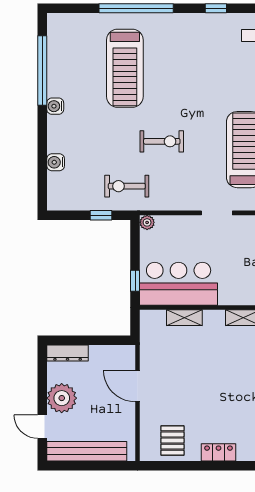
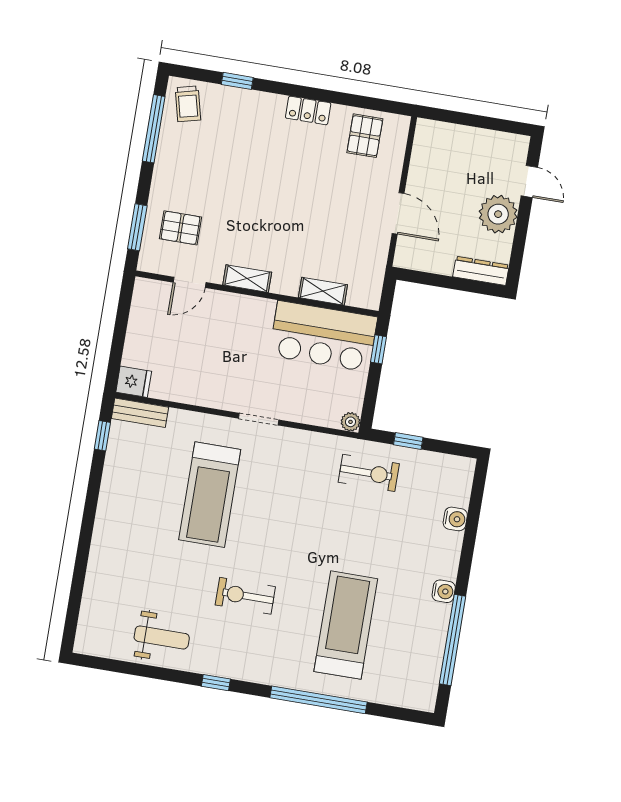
exercise bike: (162, 141) -> (245, 596), moved
bench: (87, 451) -> (477, 140), removed

